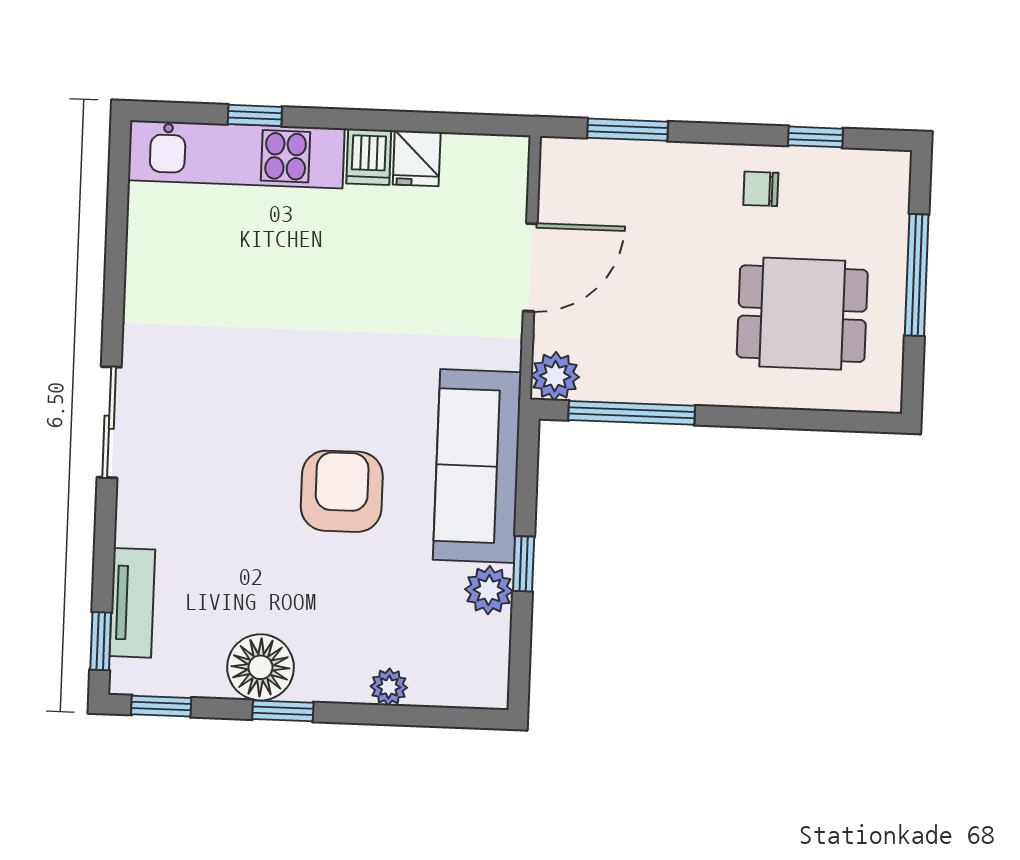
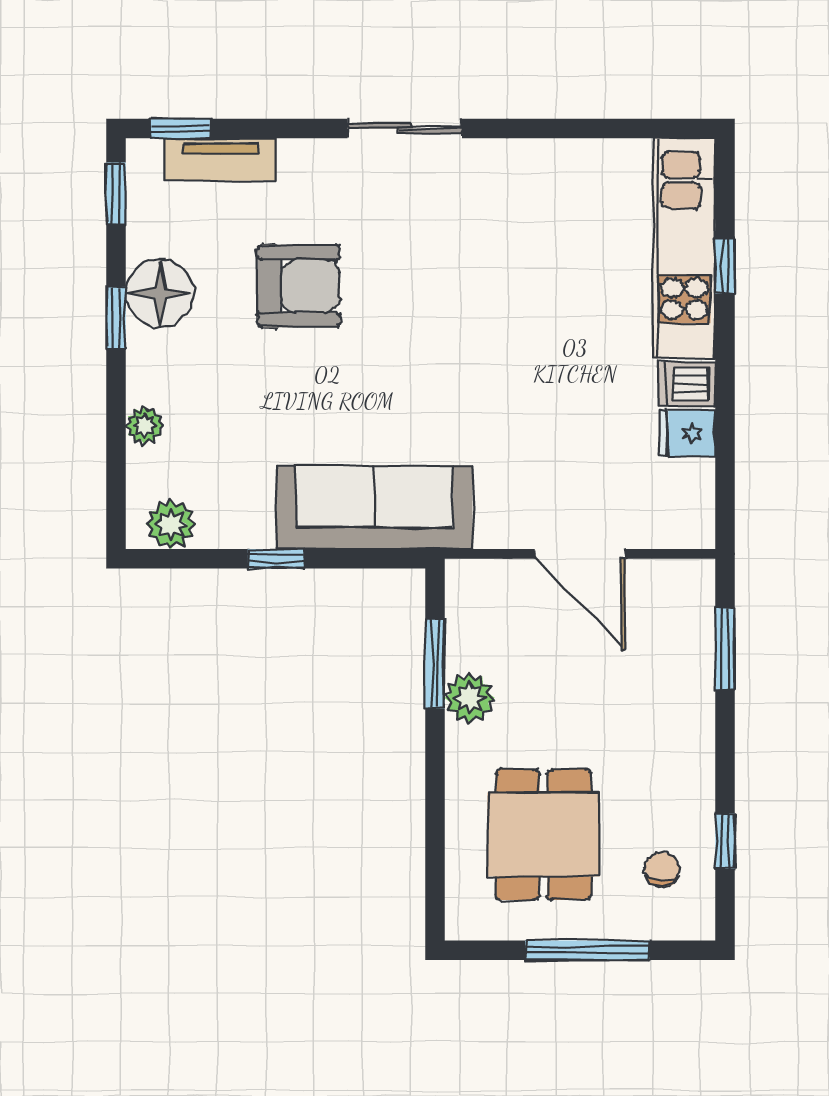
chair: (761, 189) -> (662, 870), moved
plant: (555, 376) -> (470, 698), moved
window: (632, 413) -> (435, 664), width x0.69
armchair: (342, 491) -> (299, 286), moved
plant: (489, 590) -> (171, 524), moved

